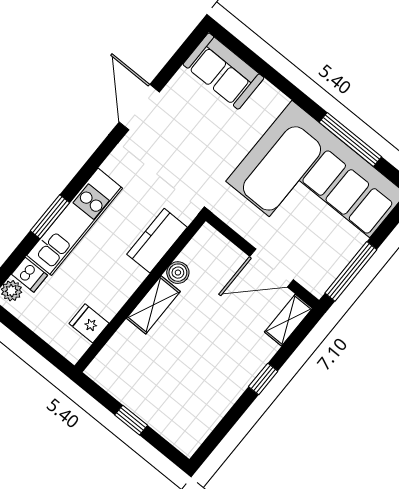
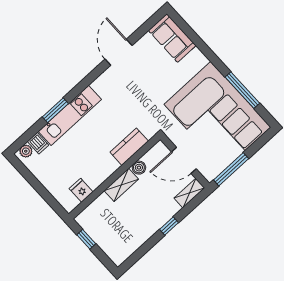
kitchen counter: (157, 241) -> (129, 147), moved
boiler: (178, 273) -> (139, 168), moved
wall: (140, 293) -> (114, 177), moved
shelving: (153, 305) -> (121, 185), moved
fridge: (89, 323) -> (81, 190), moved

